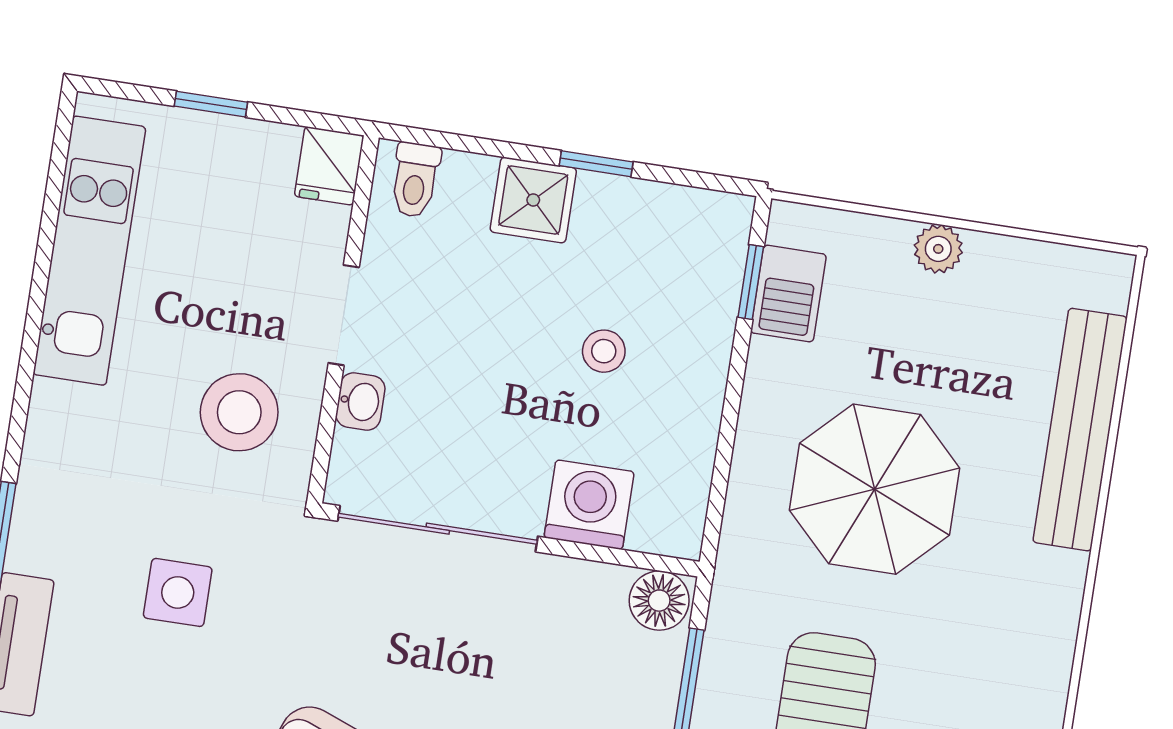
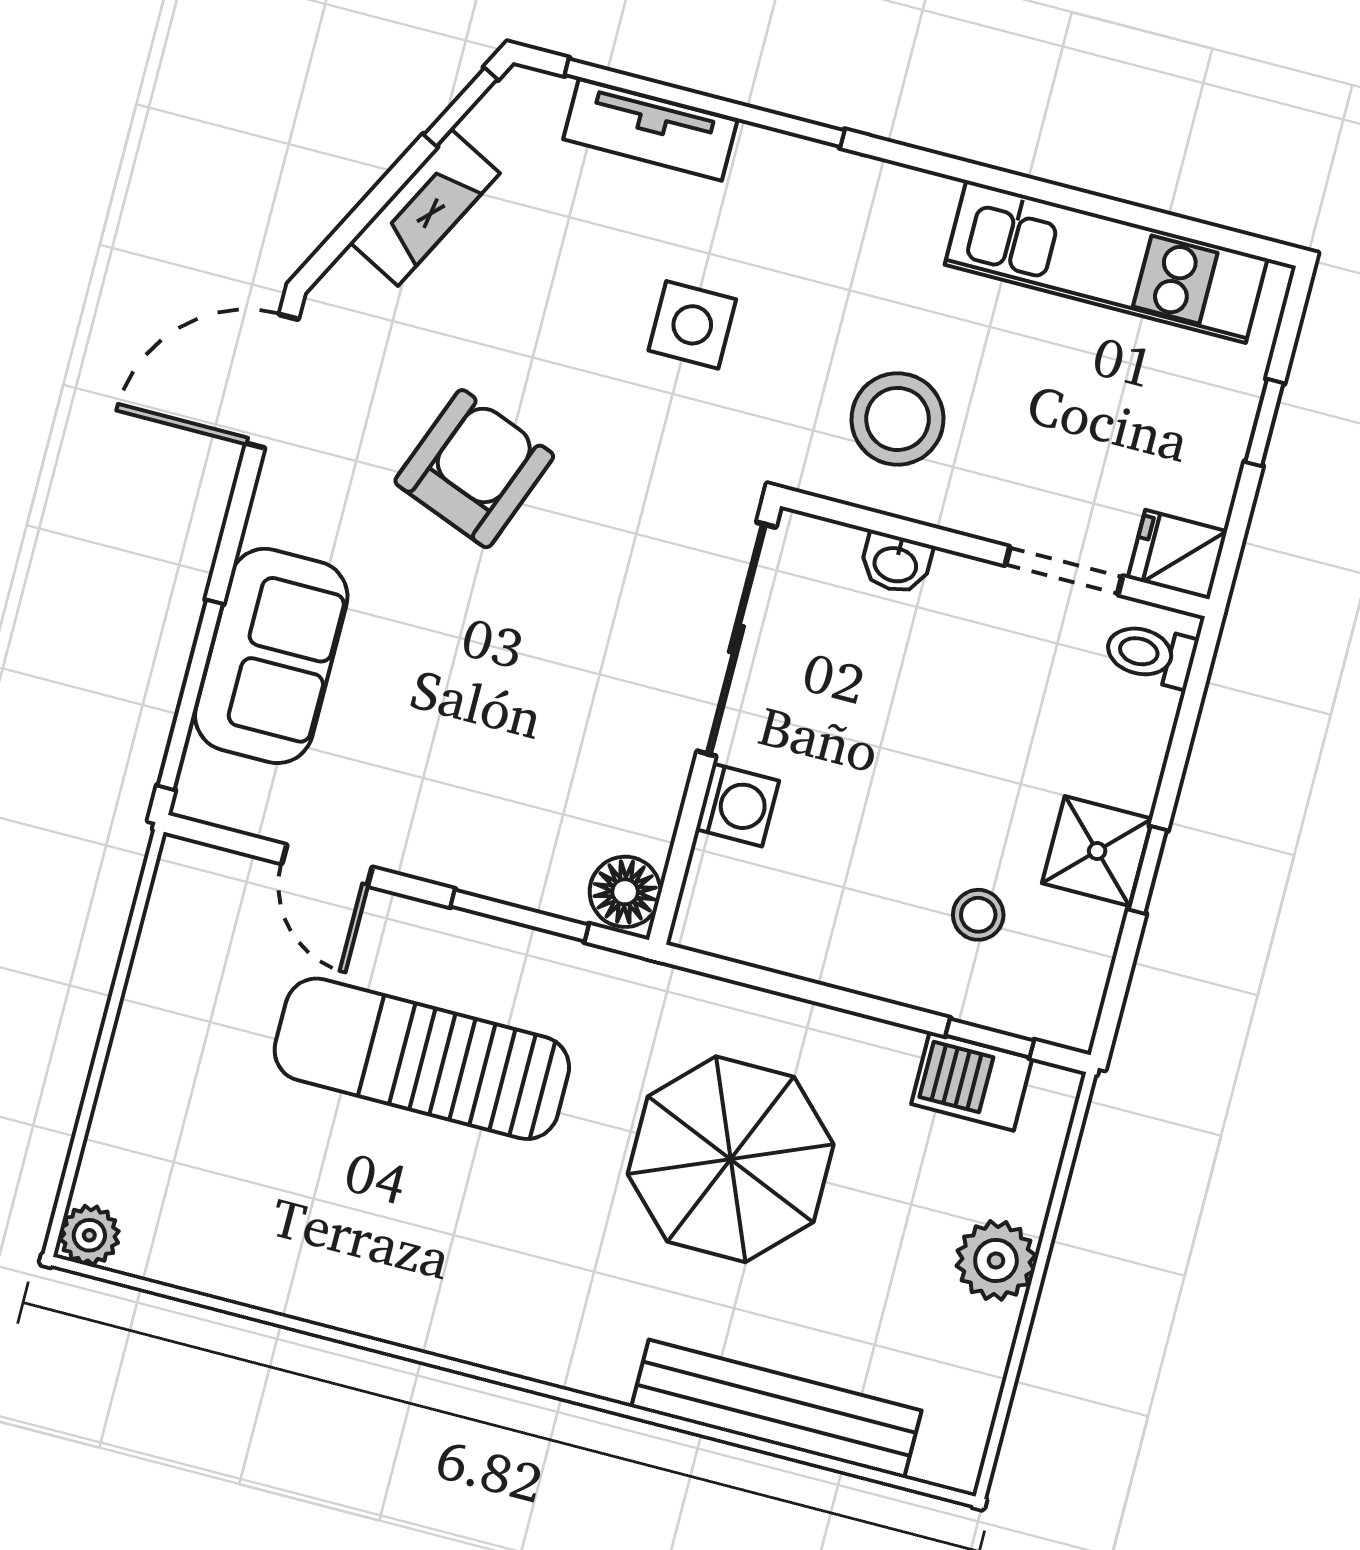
shower: (533, 200) -> (1097, 851), moved
plant: (938, 249) -> (996, 1260), width x1.38, depth x1.38
doorway: (344, 315) -> (1064, 571), moved
stool: (604, 351) -> (978, 915), moved
washing machine: (589, 505) -> (737, 805), width x0.73, depth x0.73

